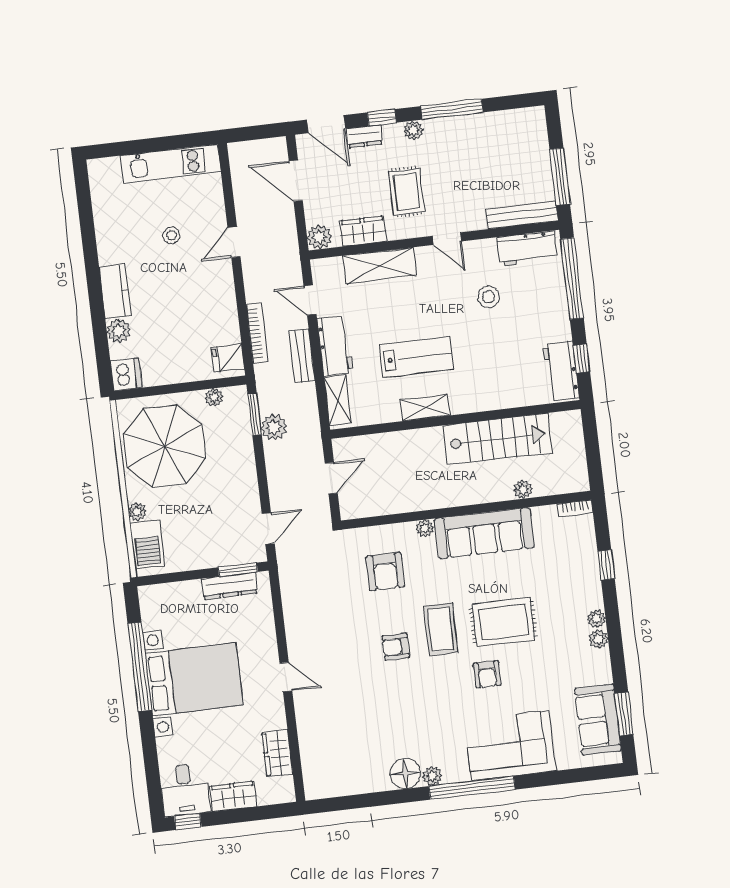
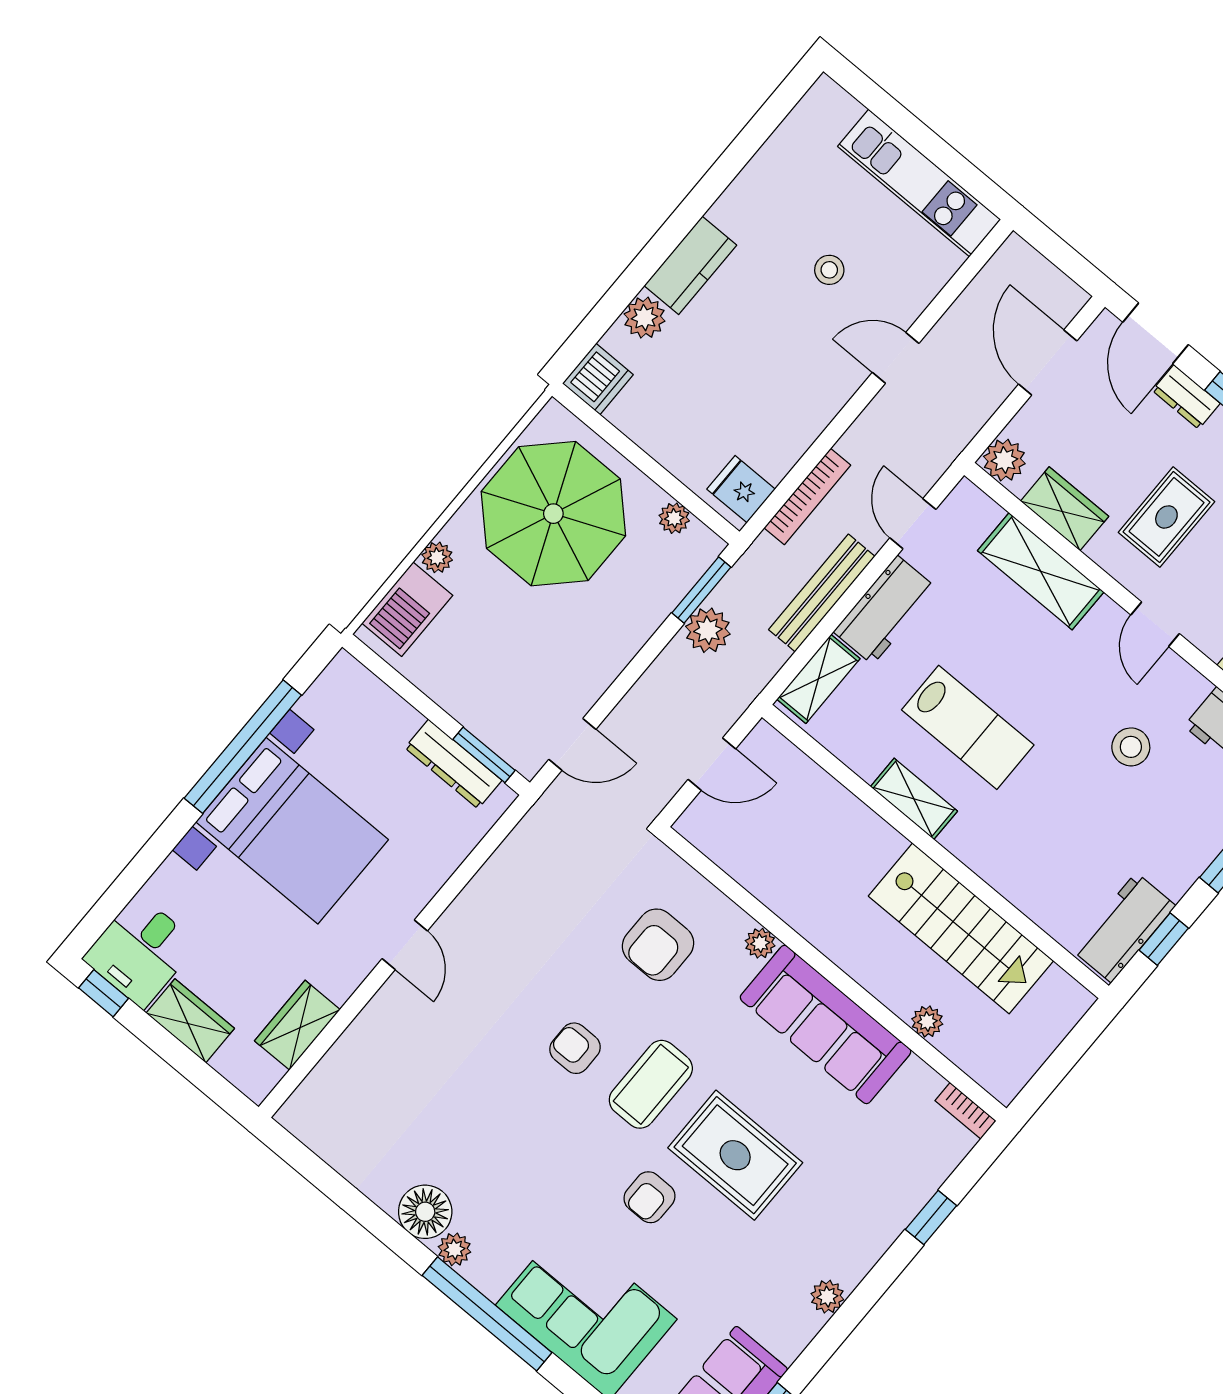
bench: (302, 356) -> (822, 593), width x1.36
plant: (596, 619) -> (851, 1270), removed

